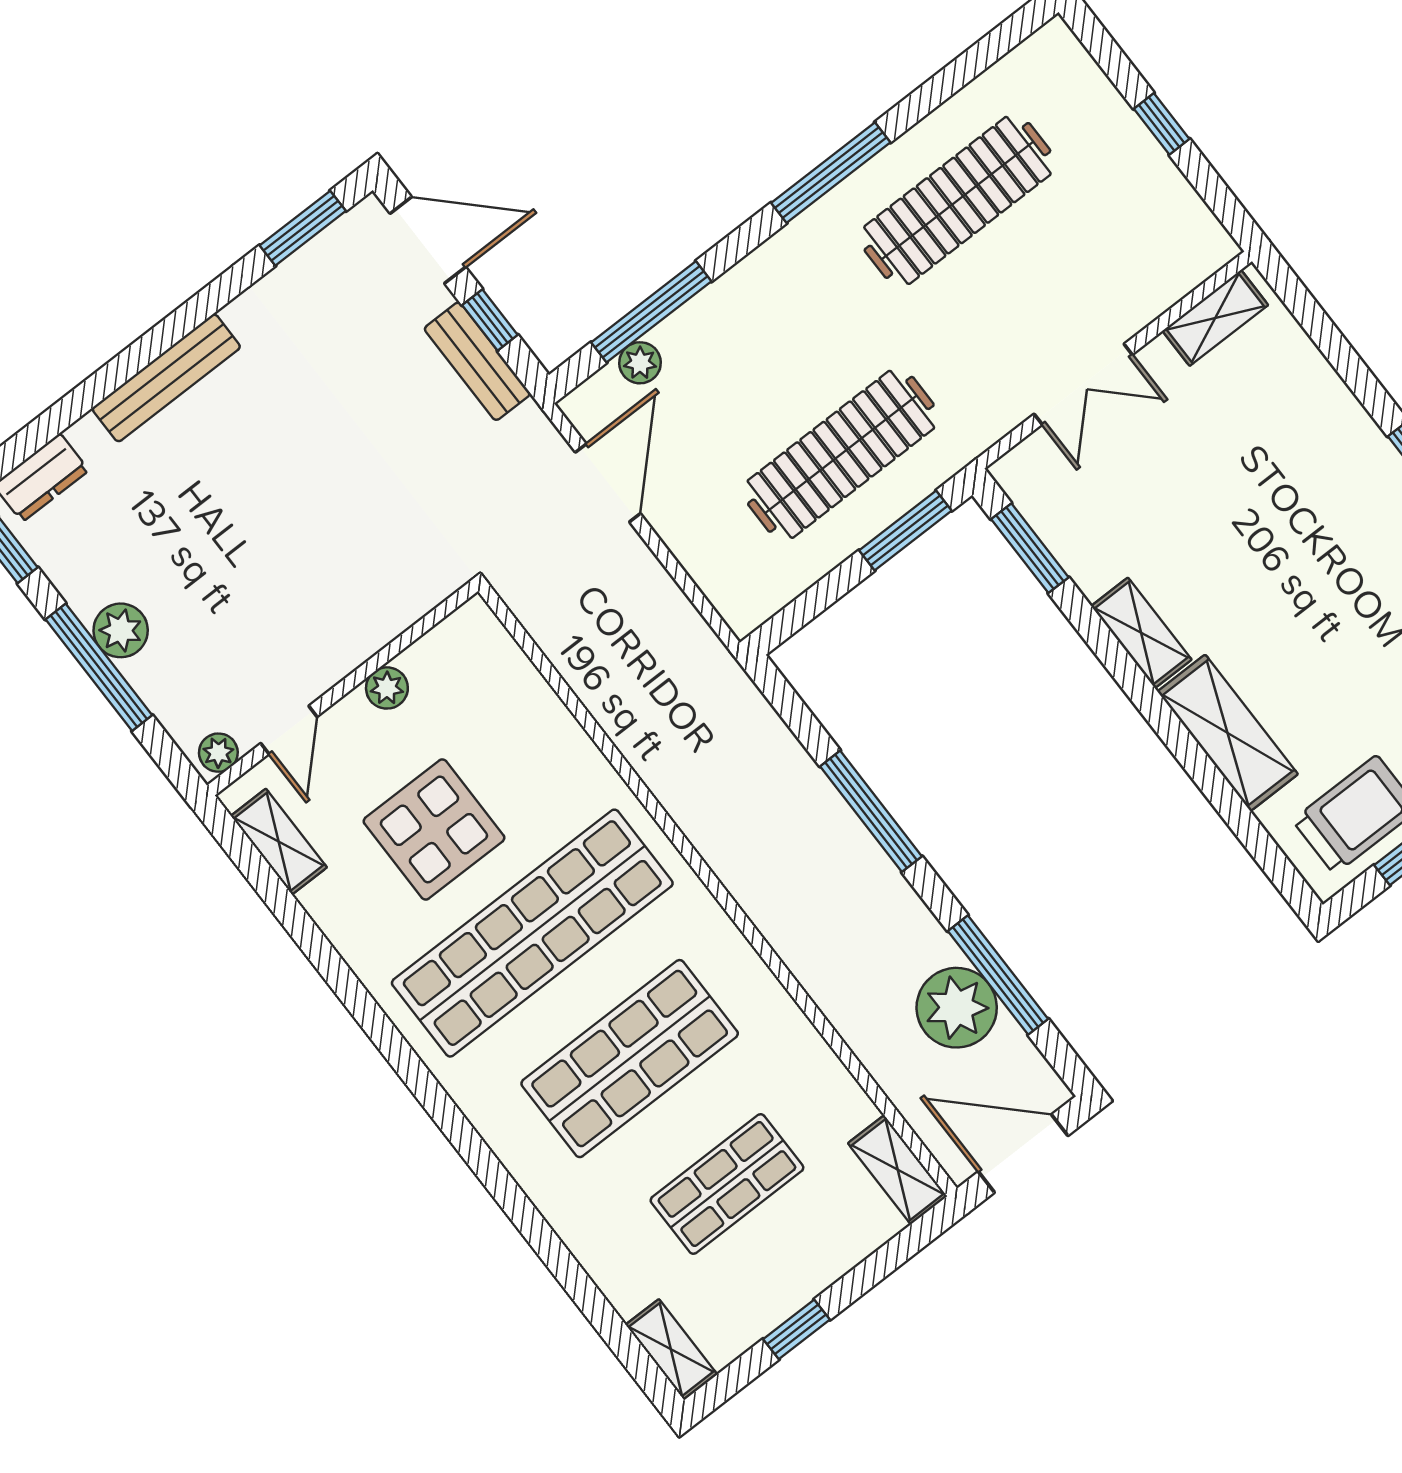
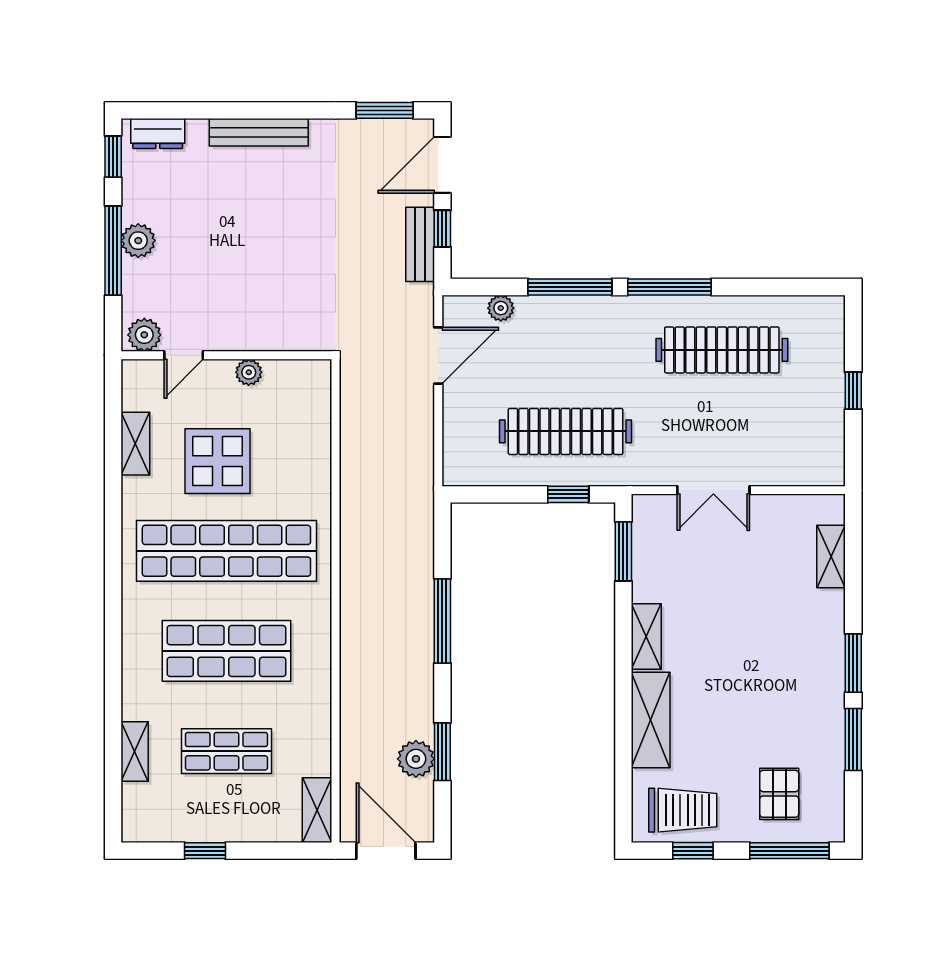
door: (428, 240) -> (442, 165), swing flipped
window: (651, 312) -> (570, 287), moved
shelving: (1215, 318) -> (831, 557), moved, turned 90
window: (905, 530) -> (568, 494), width x0.67
plant: (218, 753) -> (144, 335), width x1.38, depth x1.38
shelving: (279, 842) -> (135, 444), moved
window: (998, 975) -> (442, 752), width x0.69
plant: (957, 1008) -> (416, 759), width x0.73, depth x0.73
shelving: (671, 1349) -> (135, 751), moved

